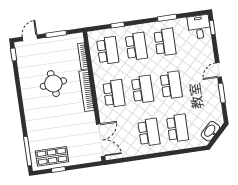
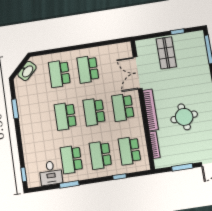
desk: (199, 27) -> (51, 173), moved
door: (218, 70) -> (18, 132), removed
double door: (101, 140) -> (138, 73), moved
shop shelf: (52, 156) -> (166, 53), moved, turned 90

